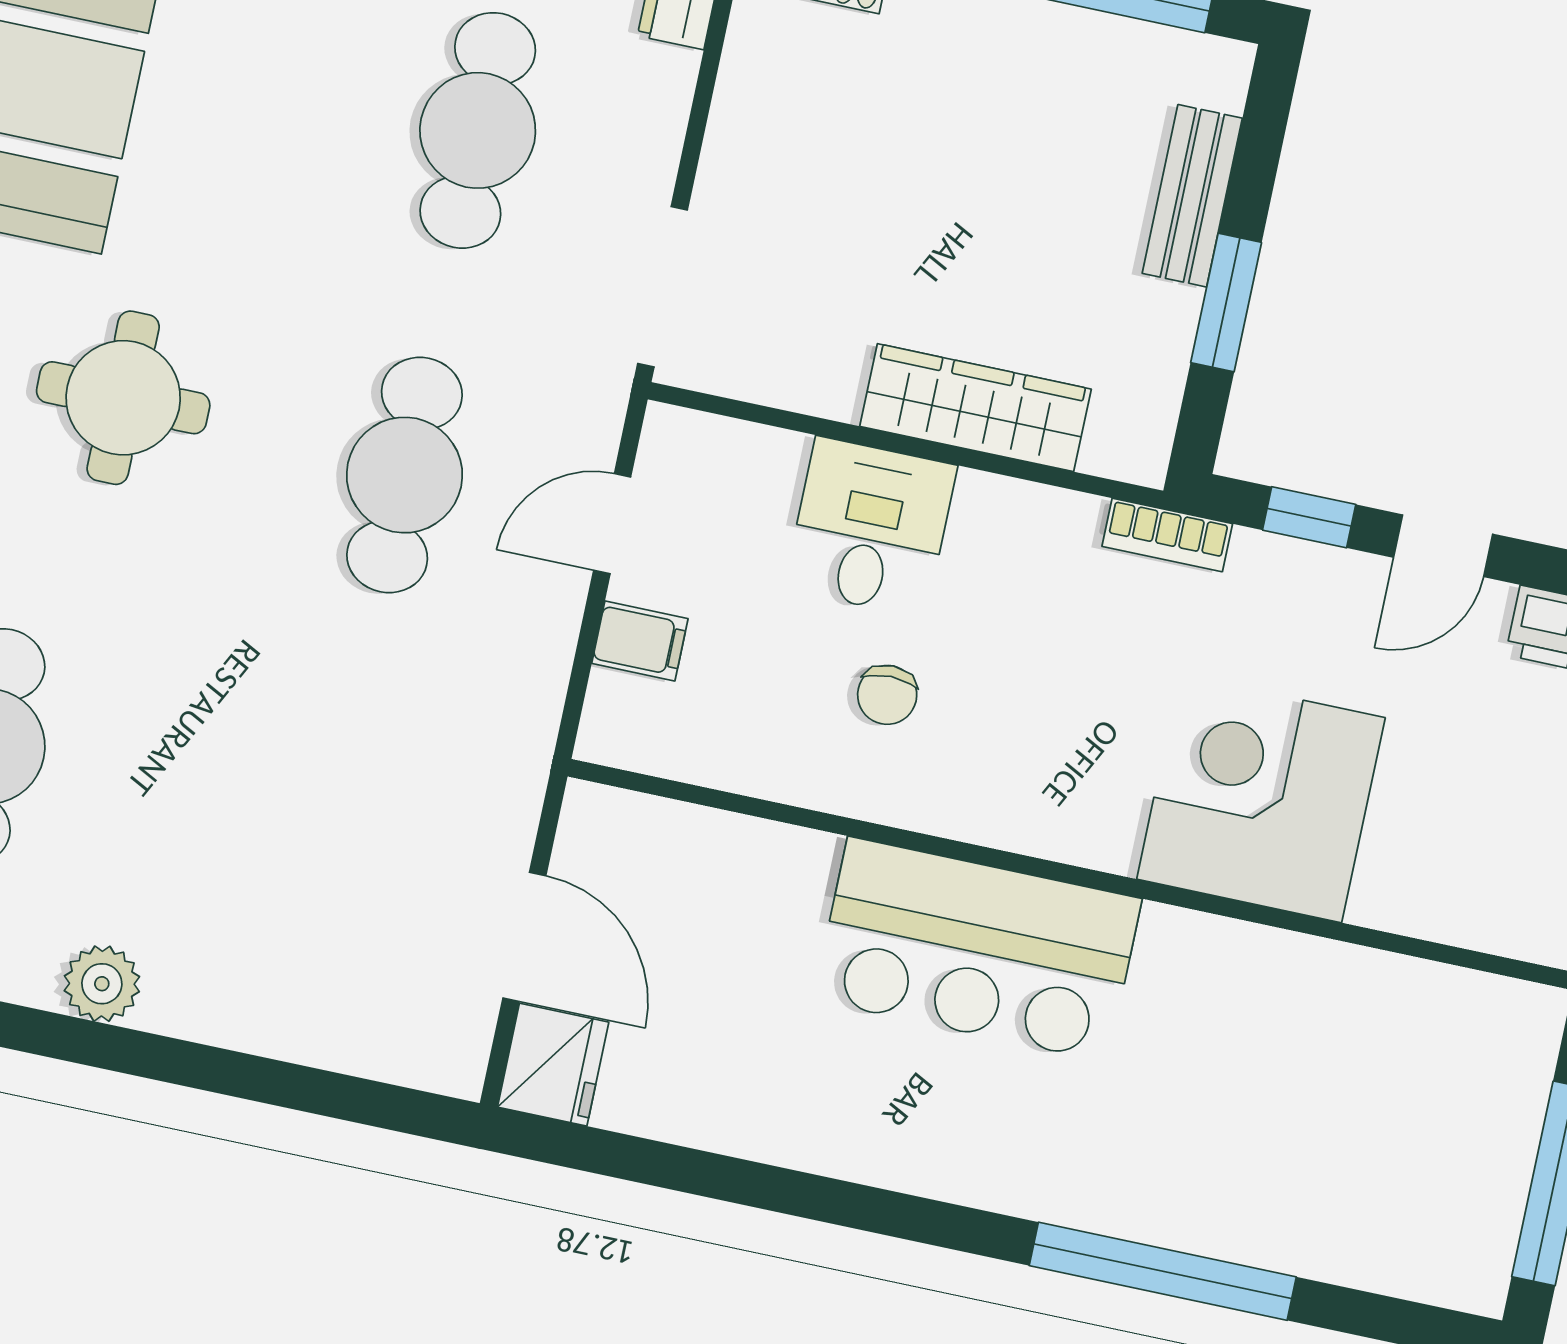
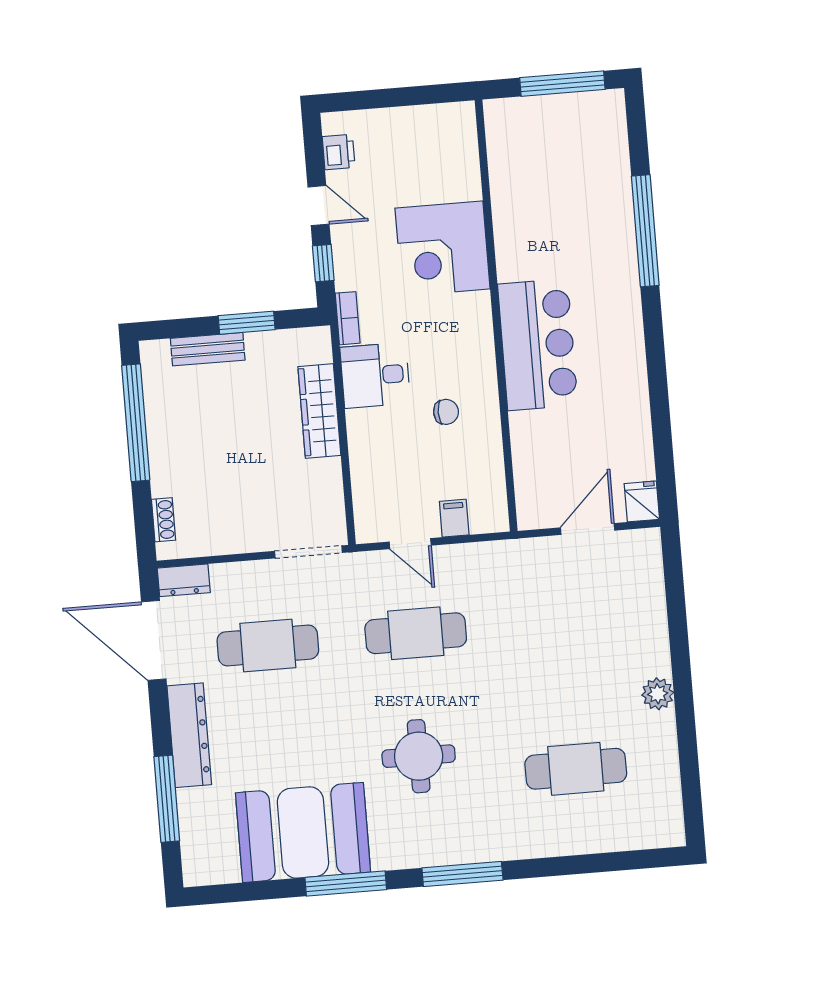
desk: (871, 527) -> (375, 375), moved
fridge: (553, 1065) -> (642, 501), width x0.72

